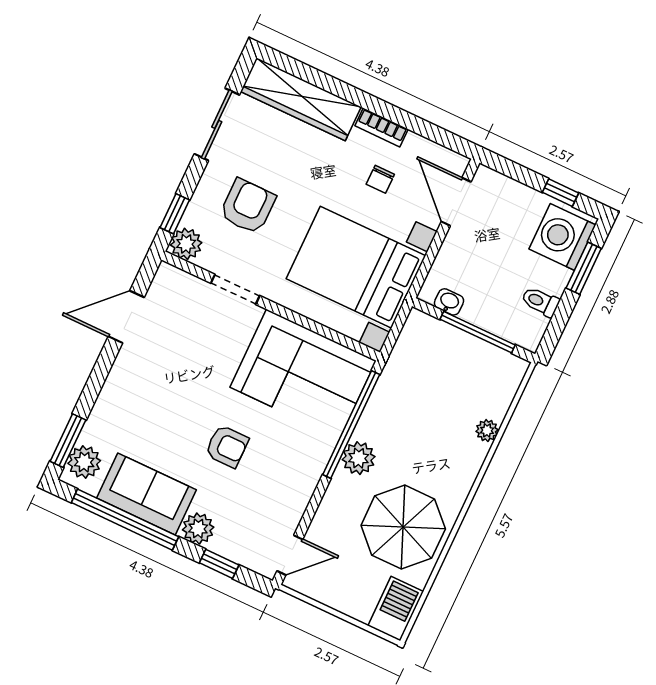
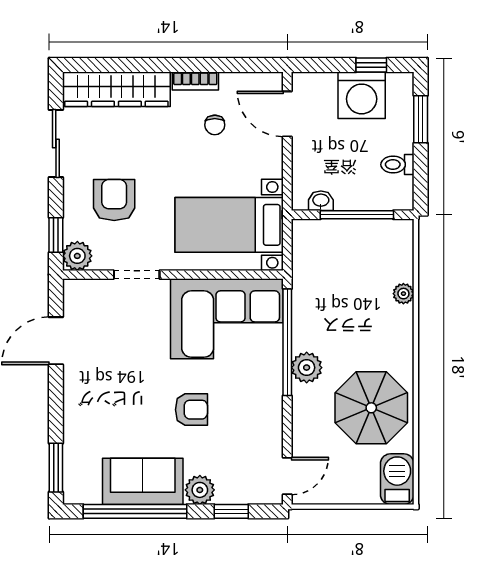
washing machine: (562, 237) -> (362, 95), moved, turned -90
bed with nightstands: (356, 267) -> (229, 225), width x0.73
plant: (84, 462) -> (78, 479), removed

